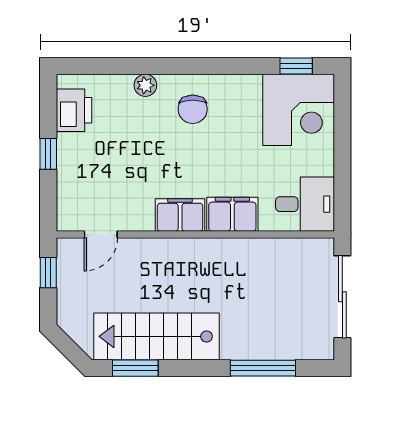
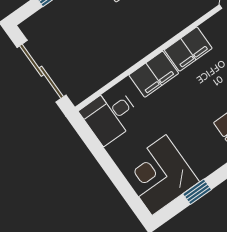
window: (296, 66) -> (197, 192), moved

